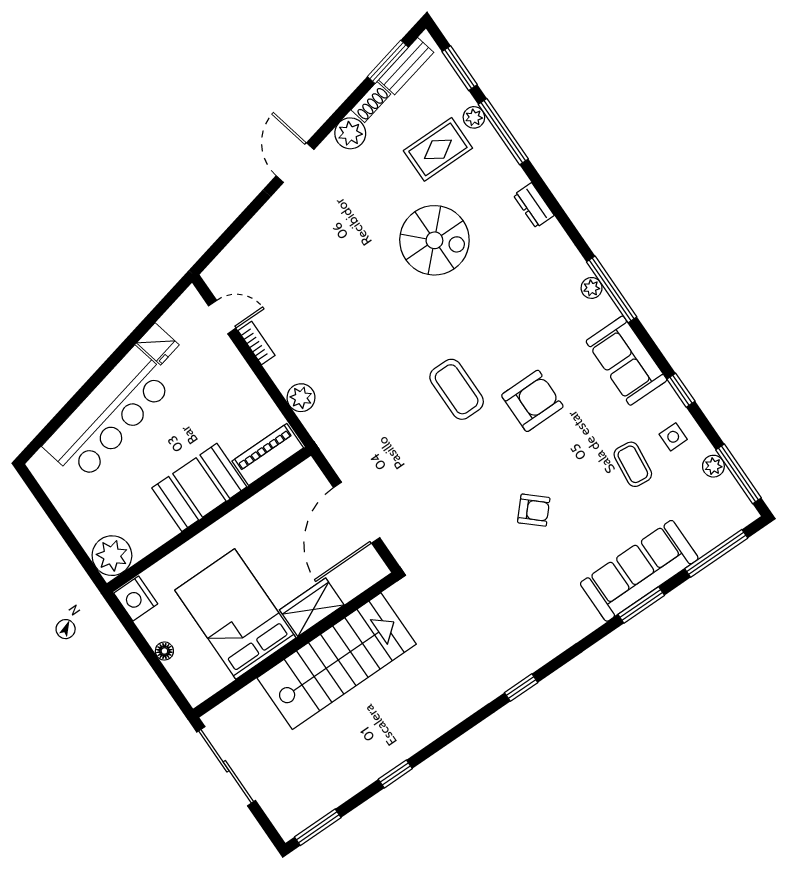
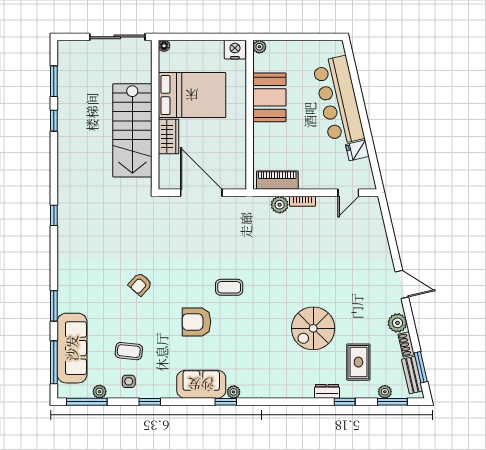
plant: (474, 117) -> (385, 392), moved
window: (503, 132) -> (345, 402), width x0.46
dresser: (534, 205) -> (327, 391), moved
window: (612, 289) -> (226, 402), width x0.46
bookcase: (257, 343) -> (302, 201), moved
sofa: (626, 361) -> (201, 384), moved
coffee table: (457, 389) -> (229, 287), width x0.73, depth x0.77
armchair: (532, 401) -> (197, 322), turned 90
piano: (268, 454) -> (277, 180), moved, turned -90
booth: (199, 487) -> (269, 97), moved
plant: (112, 556) -> (259, 47), width x0.53, depth x0.53
sofa: (639, 571) -> (72, 348), moved
floor lamp: (164, 651) -> (164, 46), moved
window: (318, 827) -> (54, 81), moved

